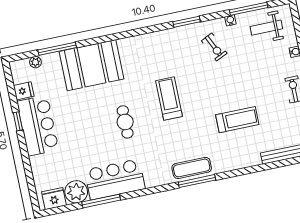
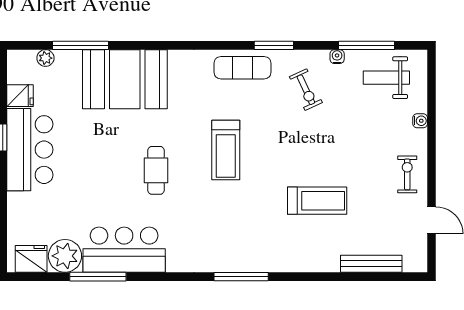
treadmill: (169, 99) -> (226, 150), turned 180
exercise mat: (192, 168) -> (243, 68), moved

